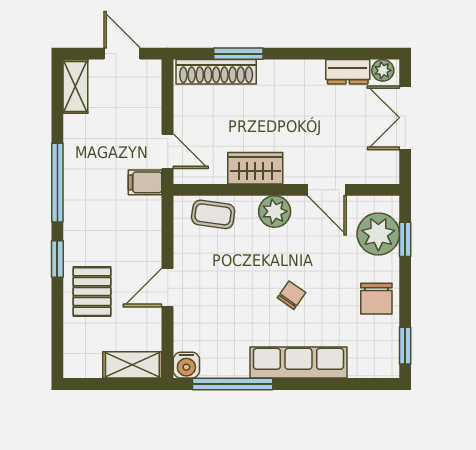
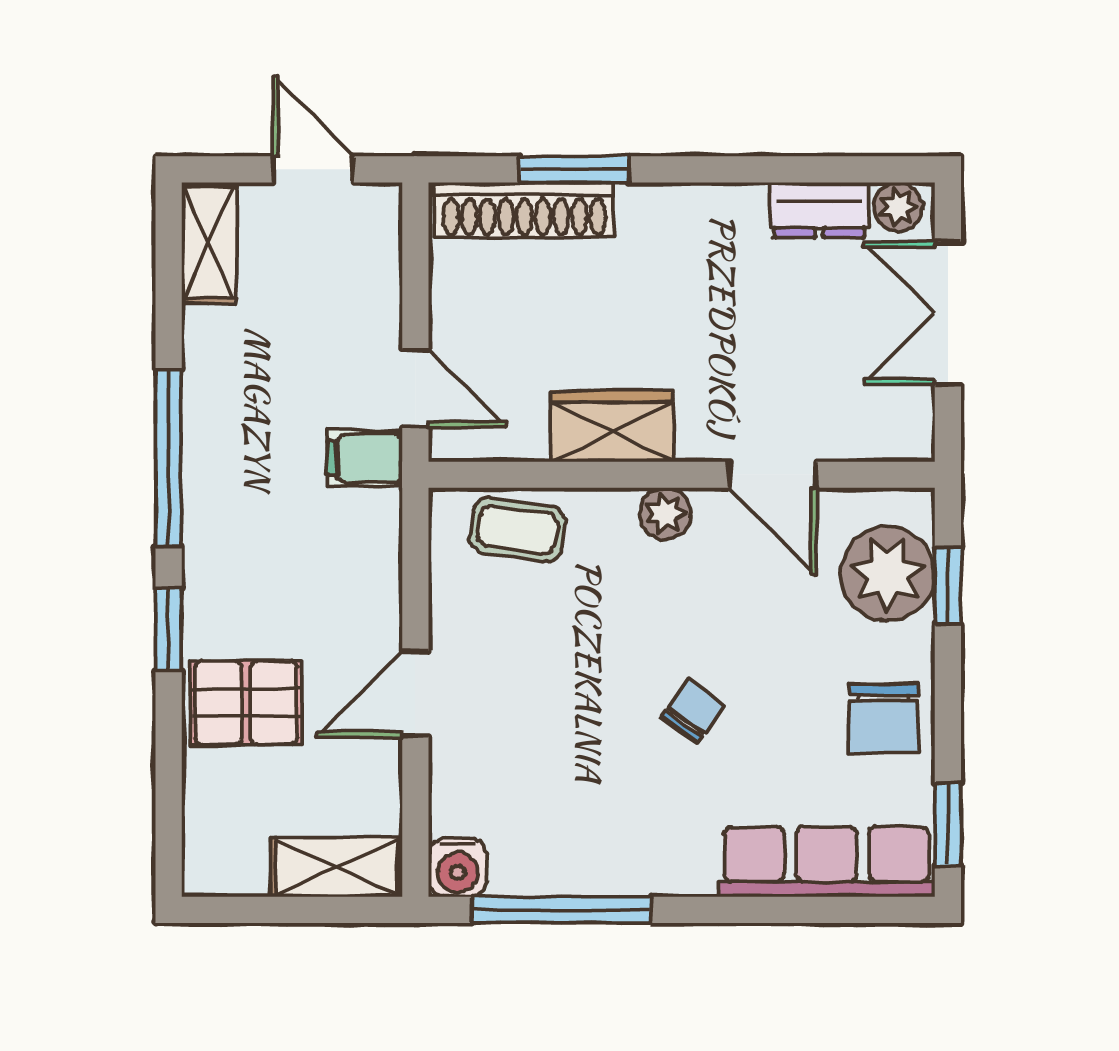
plant: (275, 211) -> (665, 514), width x0.73, depth x0.73
pallet: (92, 292) -> (246, 703), turned 90
row of seats: (298, 363) -> (827, 862), moved

